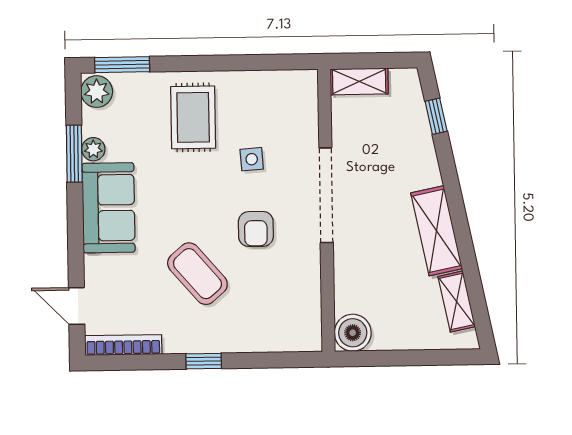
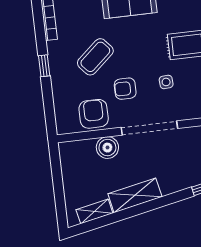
armchair: (293, 286) -> (94, 114), added
boiler: (353, 333) -> (107, 148), moved

